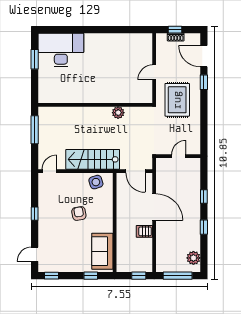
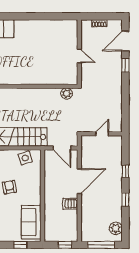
window: (175, 30) -> (99, 16), removed
door: (204, 56) -> (125, 41), hinge flipped
door: (154, 72) -> (79, 56), swing flipped
rug: (177, 100) -> (101, 82), removed
plant: (118, 113) -> (67, 93), moved
door: (154, 207) -> (79, 181), hinge flipped

